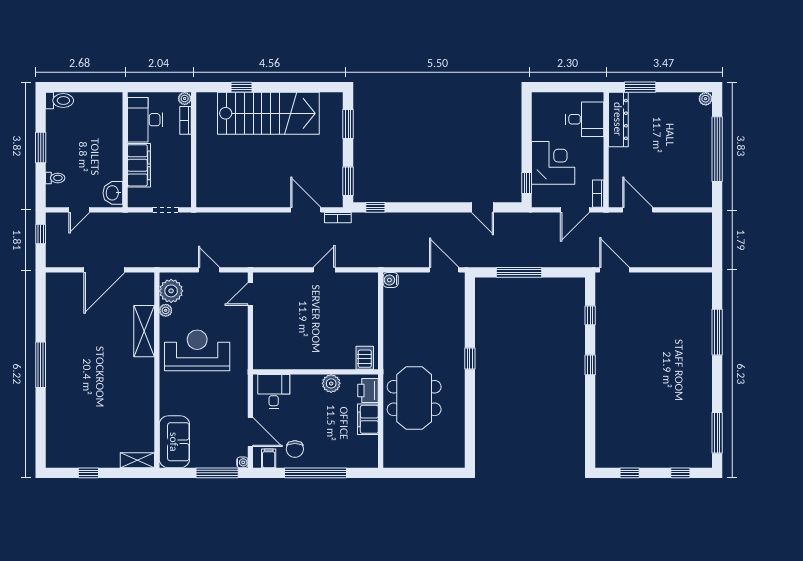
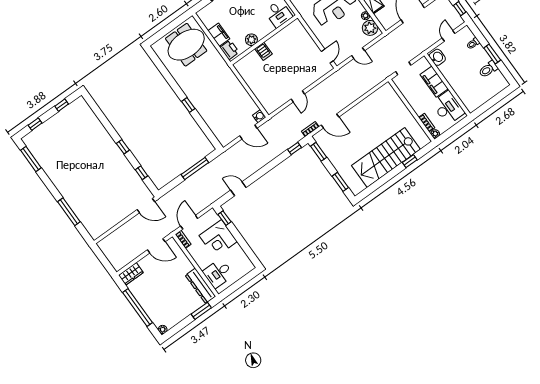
toilet: (60, 101) -> (488, 69), moved
wardrobe: (695, 198) -> (131, 274), added
door: (444, 270) -> (248, 132), moved
server rack: (365, 358) -> (264, 51), moved
meeting table: (414, 398) -> (186, 45), moved, turned 90

